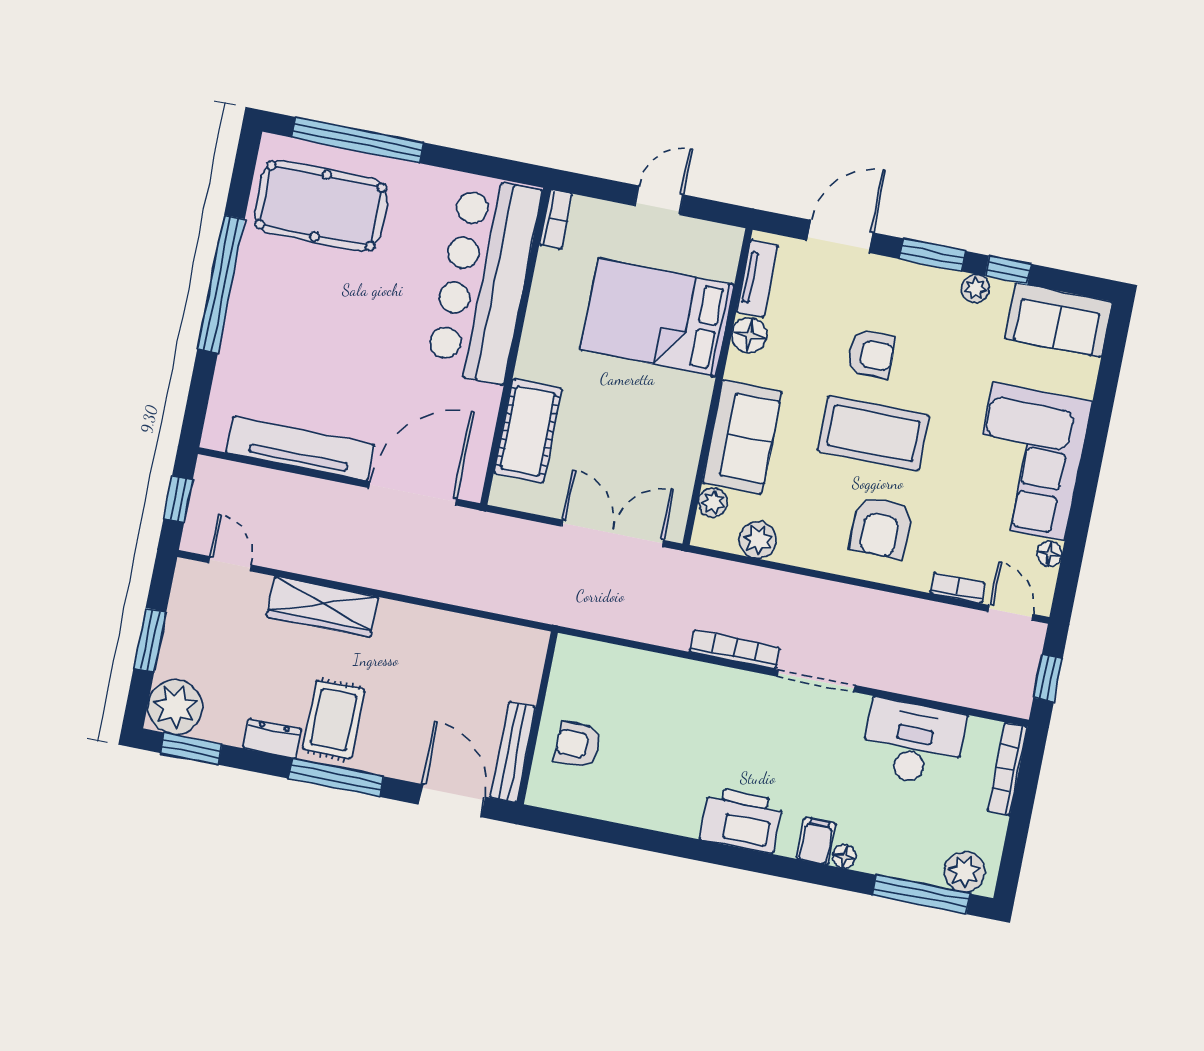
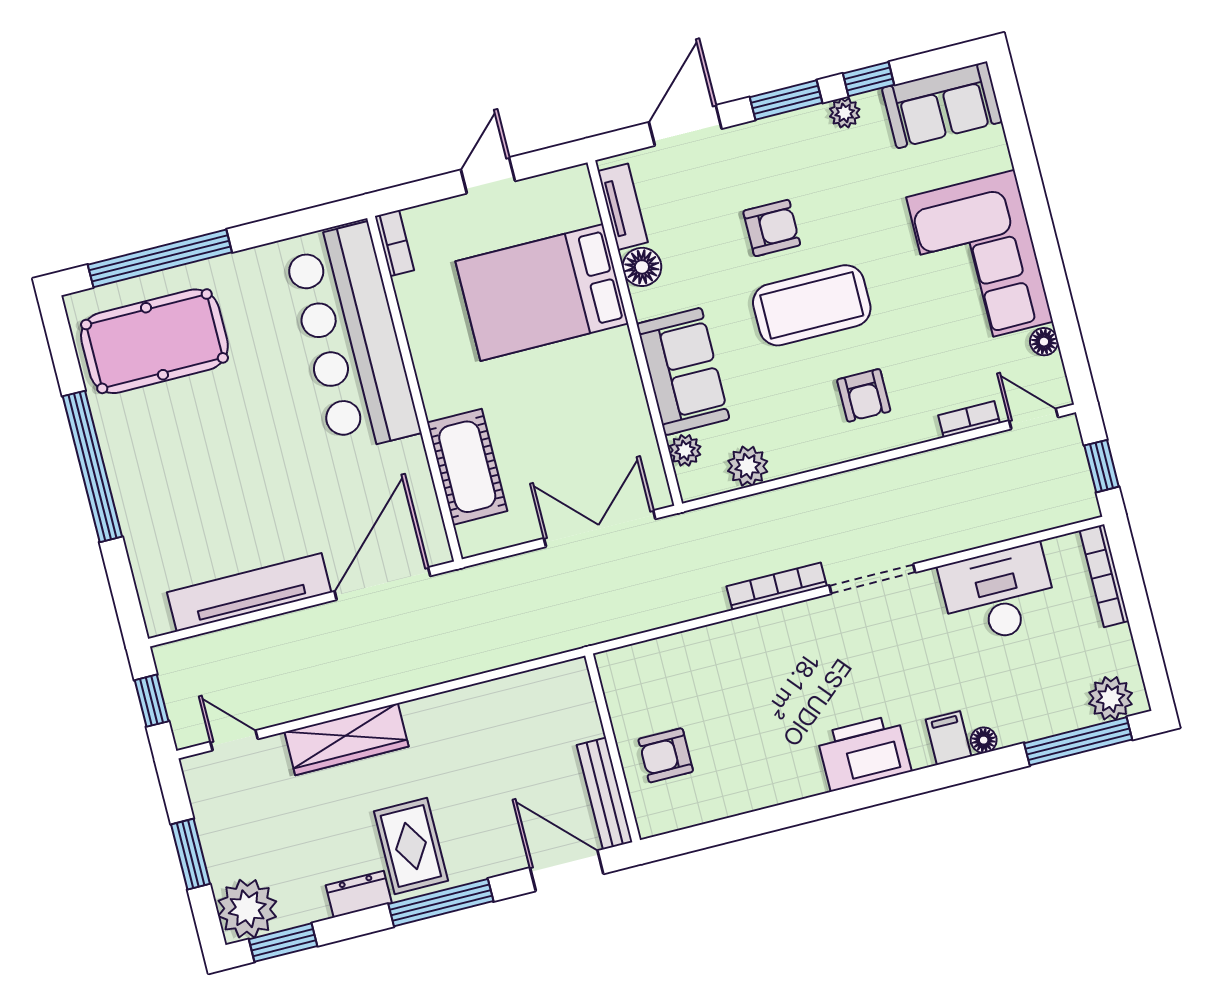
armchair: (881, 527) -> (864, 395), width x0.72, depth x0.72

